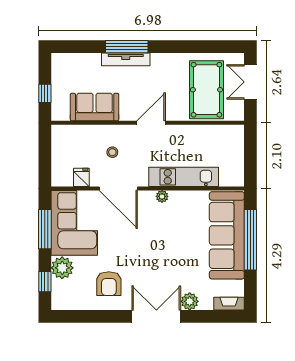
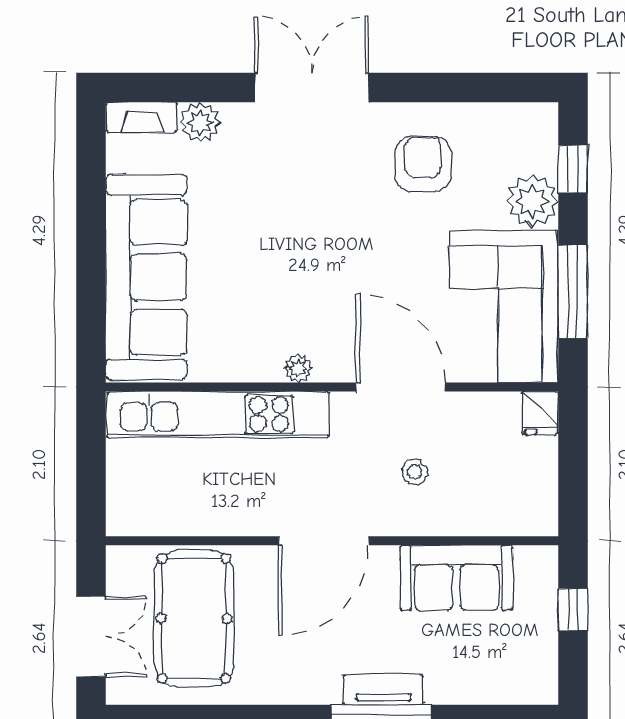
tv unit: (126, 59) -> (383, 690), width x0.71
door: (151, 123) -> (324, 541), width x1.36
fridge: (81, 177) -> (540, 413), moved
kitchen unit: (184, 177) -> (218, 414), width x1.36
window: (250, 240) -> (91, 267), removed
plant: (190, 301) -> (200, 123), moved
double door: (156, 316) -> (312, 87), swing flipped

